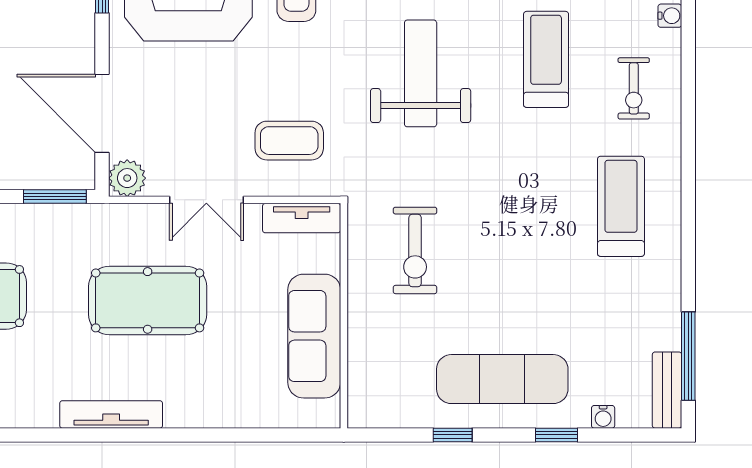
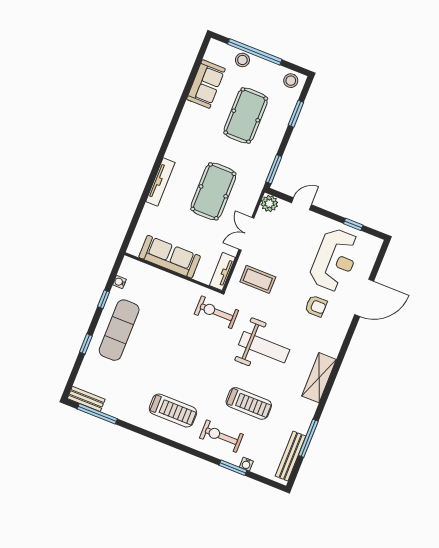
window: (688, 40) -> (233, 468), added
exercise bike: (634, 88) -> (221, 436), width x1.38, depth x1.39
door: (102, 113) -> (301, 204), width x0.53
coffee table: (289, 141) -> (258, 279), turned 90
exercise bike: (415, 250) -> (216, 312), moved
tv unit: (111, 414) -> (160, 182), moved
water cooler: (603, 417) -> (119, 282), moved

